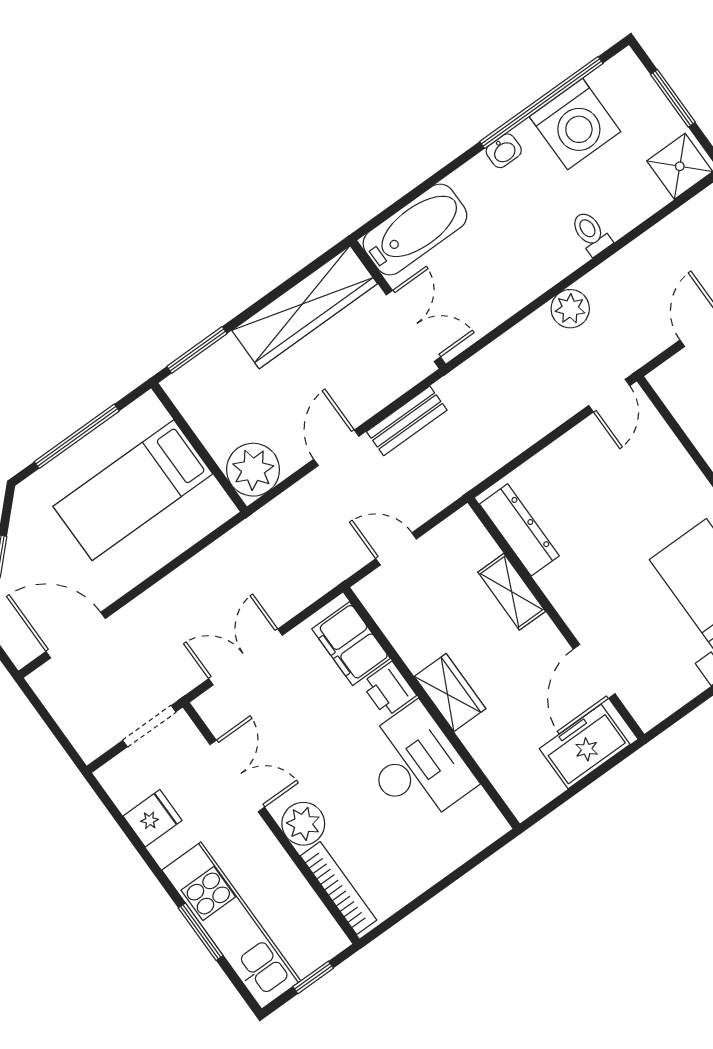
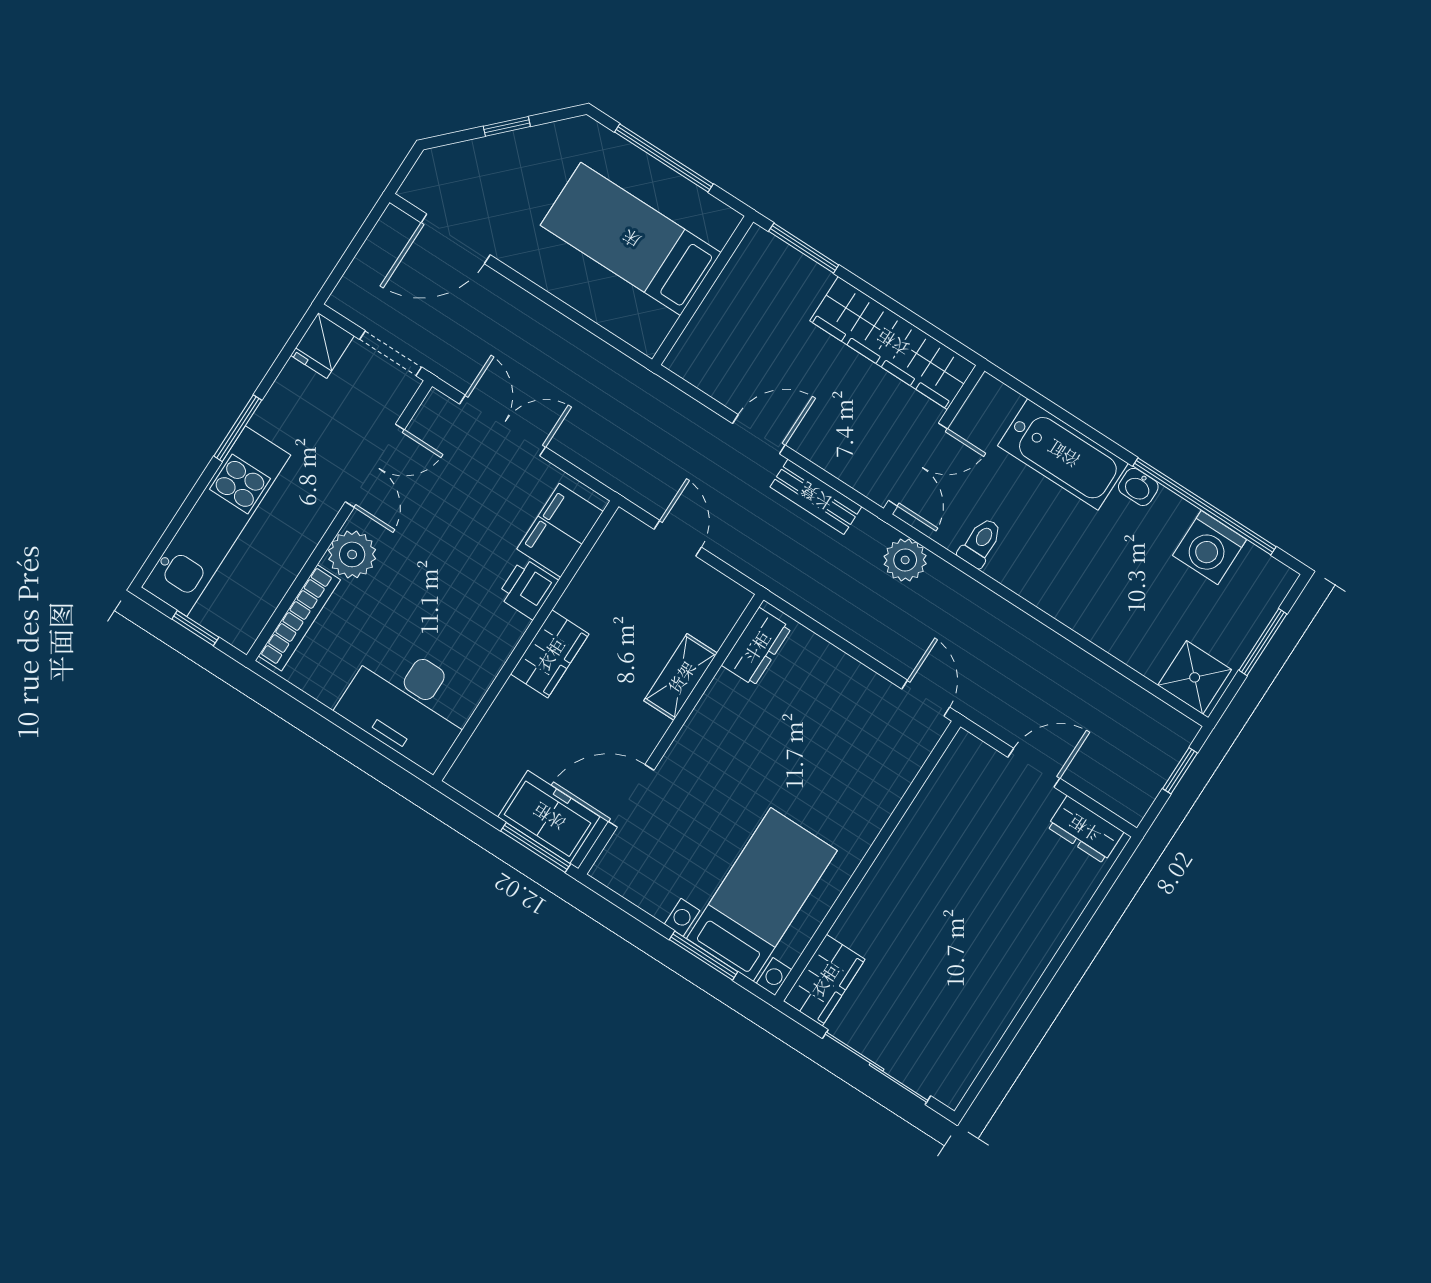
washing machine: (575, 124) -> (1210, 548), width x0.73, depth x0.73
bathtub: (415, 230) -> (1063, 454), moved
toilet: (591, 233) -> (980, 543), moved
plant: (570, 309) -> (905, 560), moved
door: (609, 396) -> (926, 698), swing flipped
plant: (253, 470) -> (702, 356), removed
dresser: (519, 530) -> (756, 647), width x0.70
door: (76, 635) -> (456, 239), swing flipped
desk: (416, 765) -> (408, 704), moved, turned 90
window: (606, 767) -> (536, 847), added
fridge: (153, 818) -> (322, 346), moved, turned 90
window: (201, 932) -> (238, 428), moved

